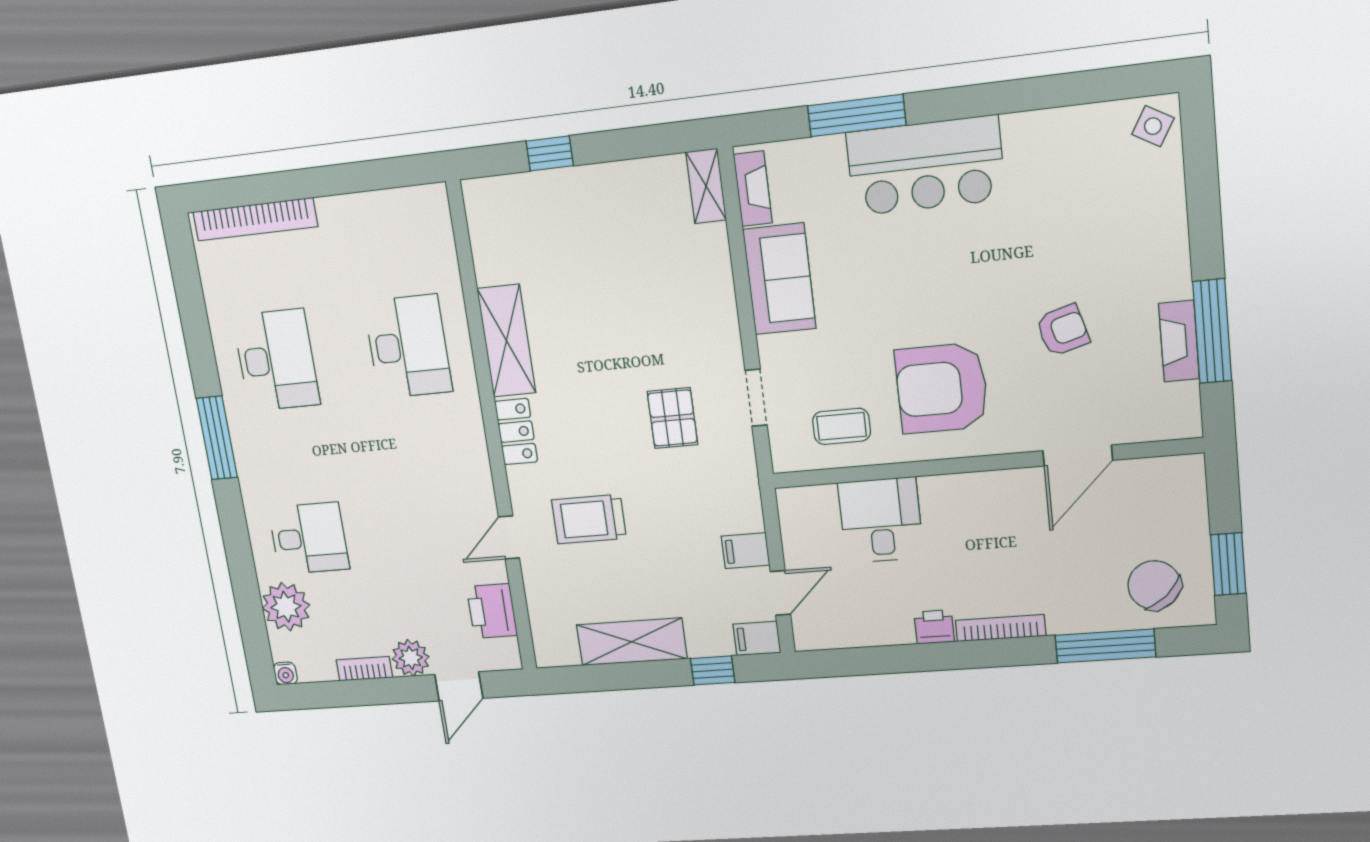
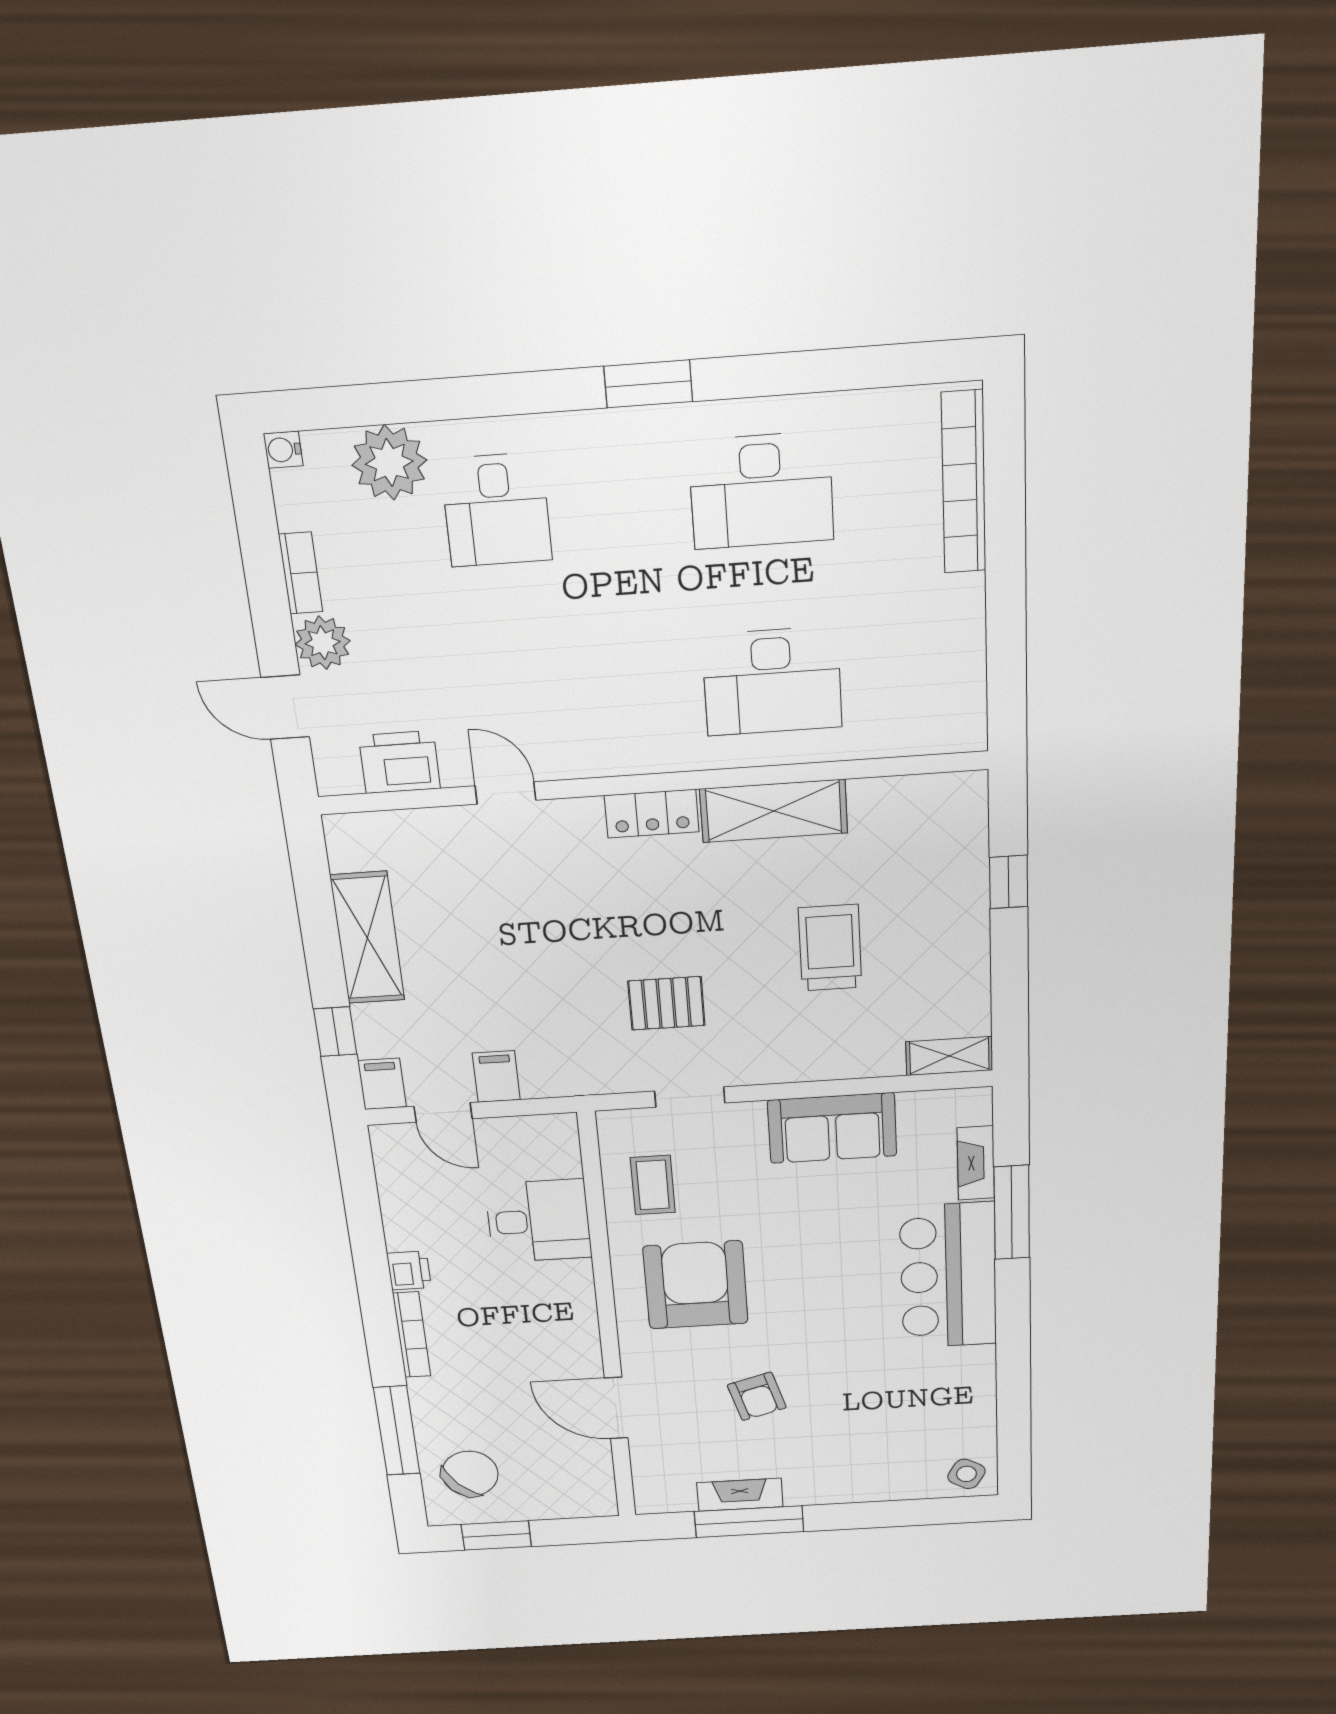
fireplace: (753, 189) -> (976, 1163), moved, turned 90
window: (217, 438) -> (648, 384), width x0.69
trolley: (589, 519) -> (830, 948), moved

